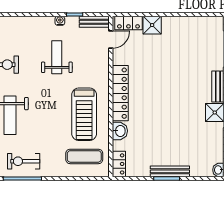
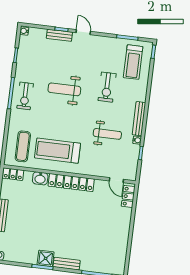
bench: (94, 22) -> (139, 119), moved, width x1.36
shower: (152, 25) -> (124, 216), removed
exercise bike: (24, 161) -> (25, 96), turned 180

